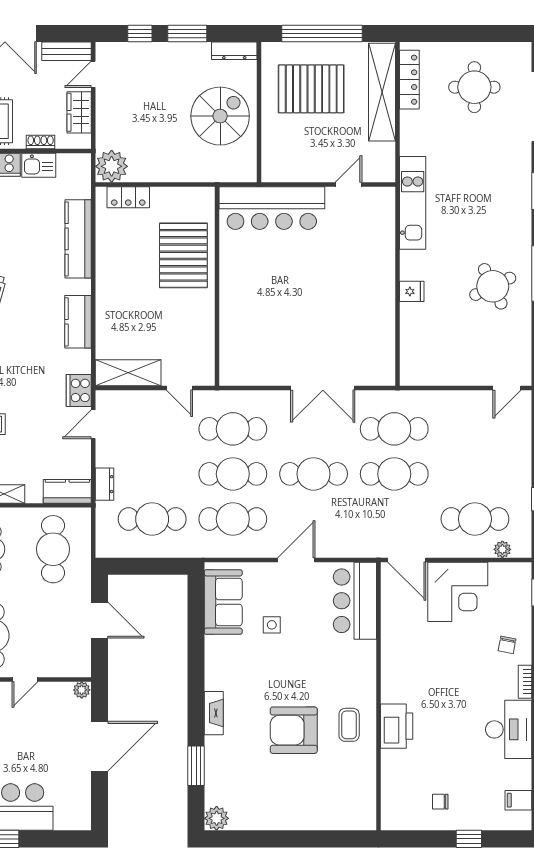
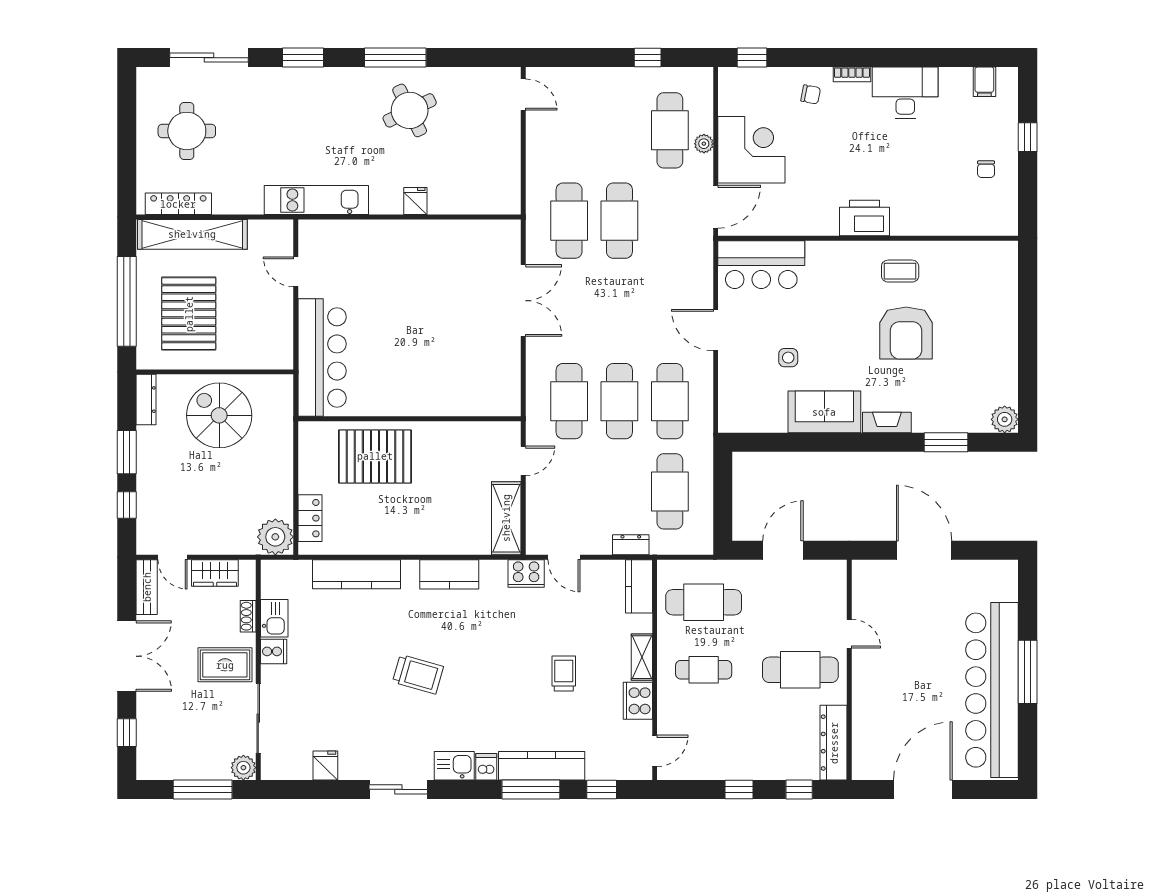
cafe table: (314, 474) -> (619, 311), removed
plant: (502, 549) -> (704, 144), moved
sofa: (223, 602) -> (824, 412), moved
plant: (82, 690) -> (861, 570), removed
printer: (397, 726) -> (864, 218), moved

